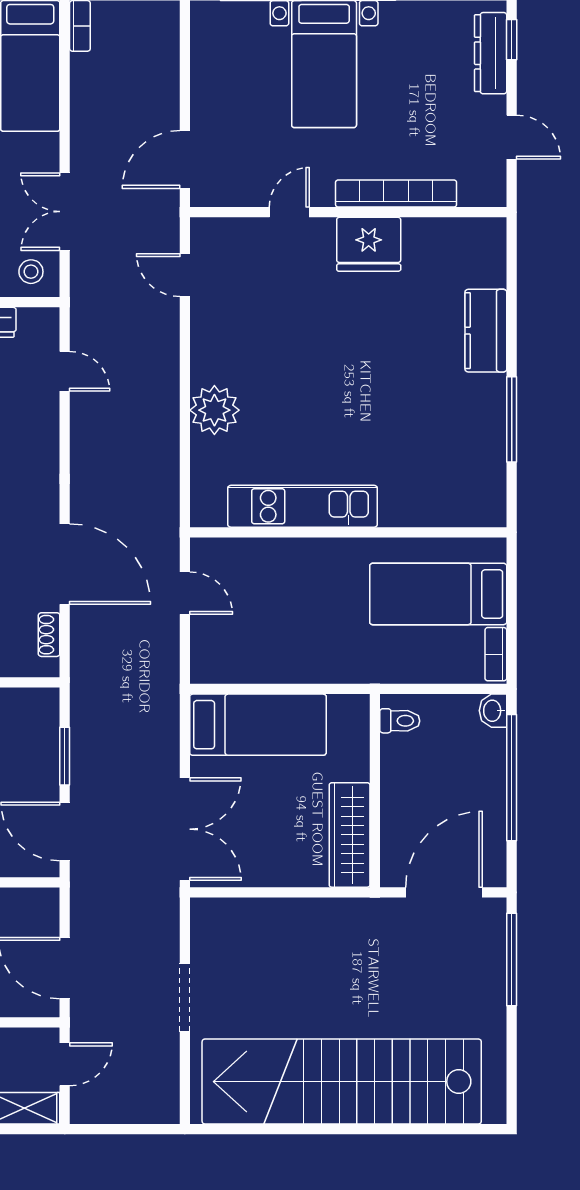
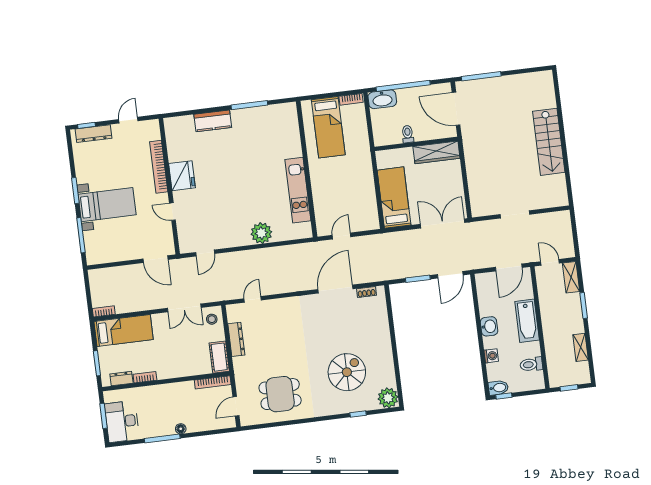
washbasin: (493, 711) -> (382, 99), width x1.91, depth x1.45
toilet: (400, 721) -> (408, 134), moved
stairs: (342, 1082) -> (549, 142), width x0.54, depth x0.66

